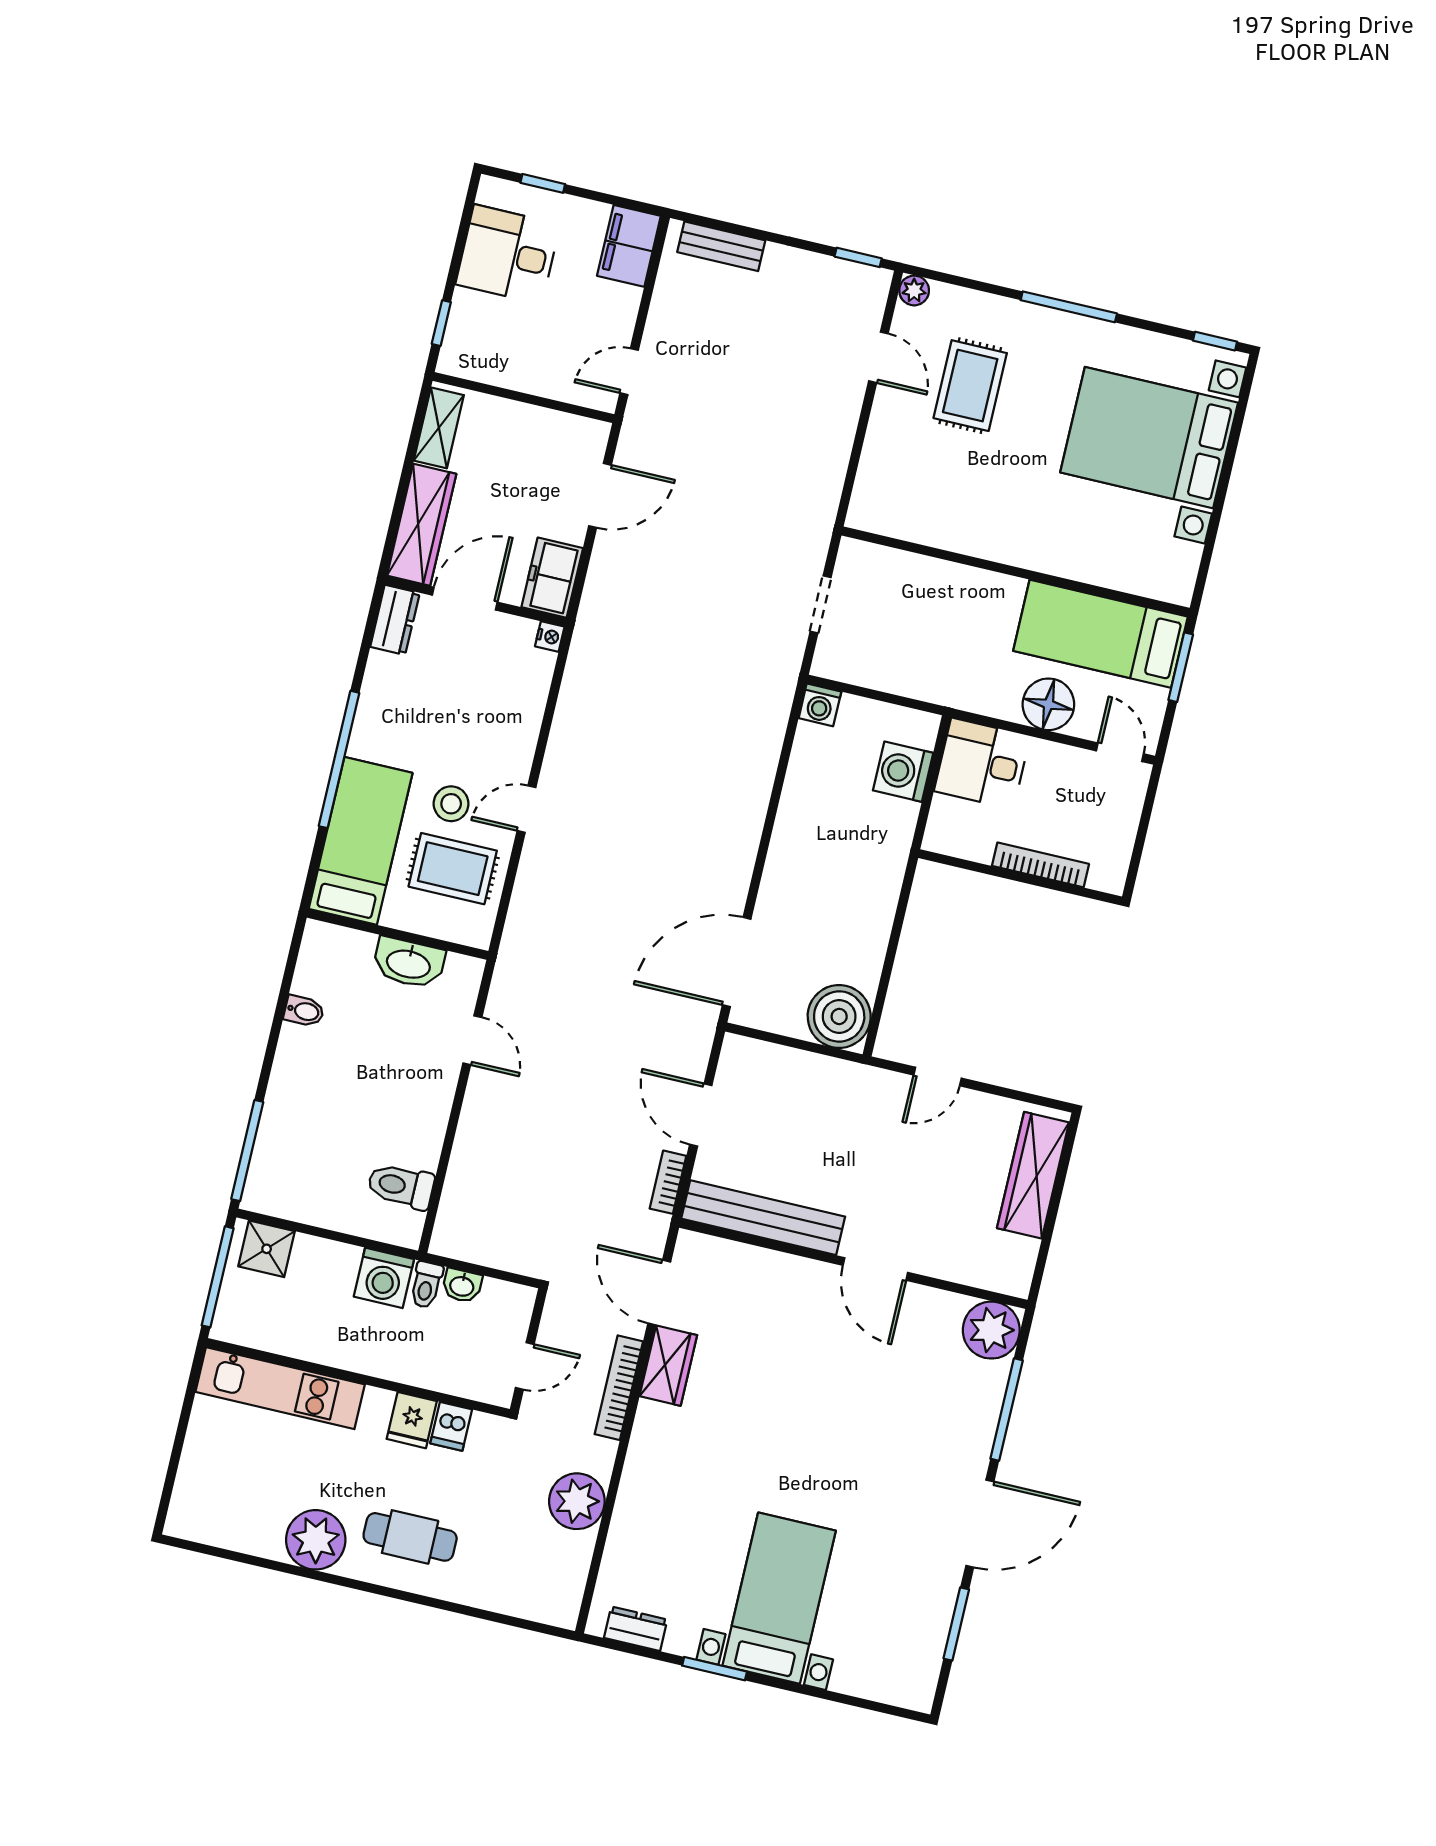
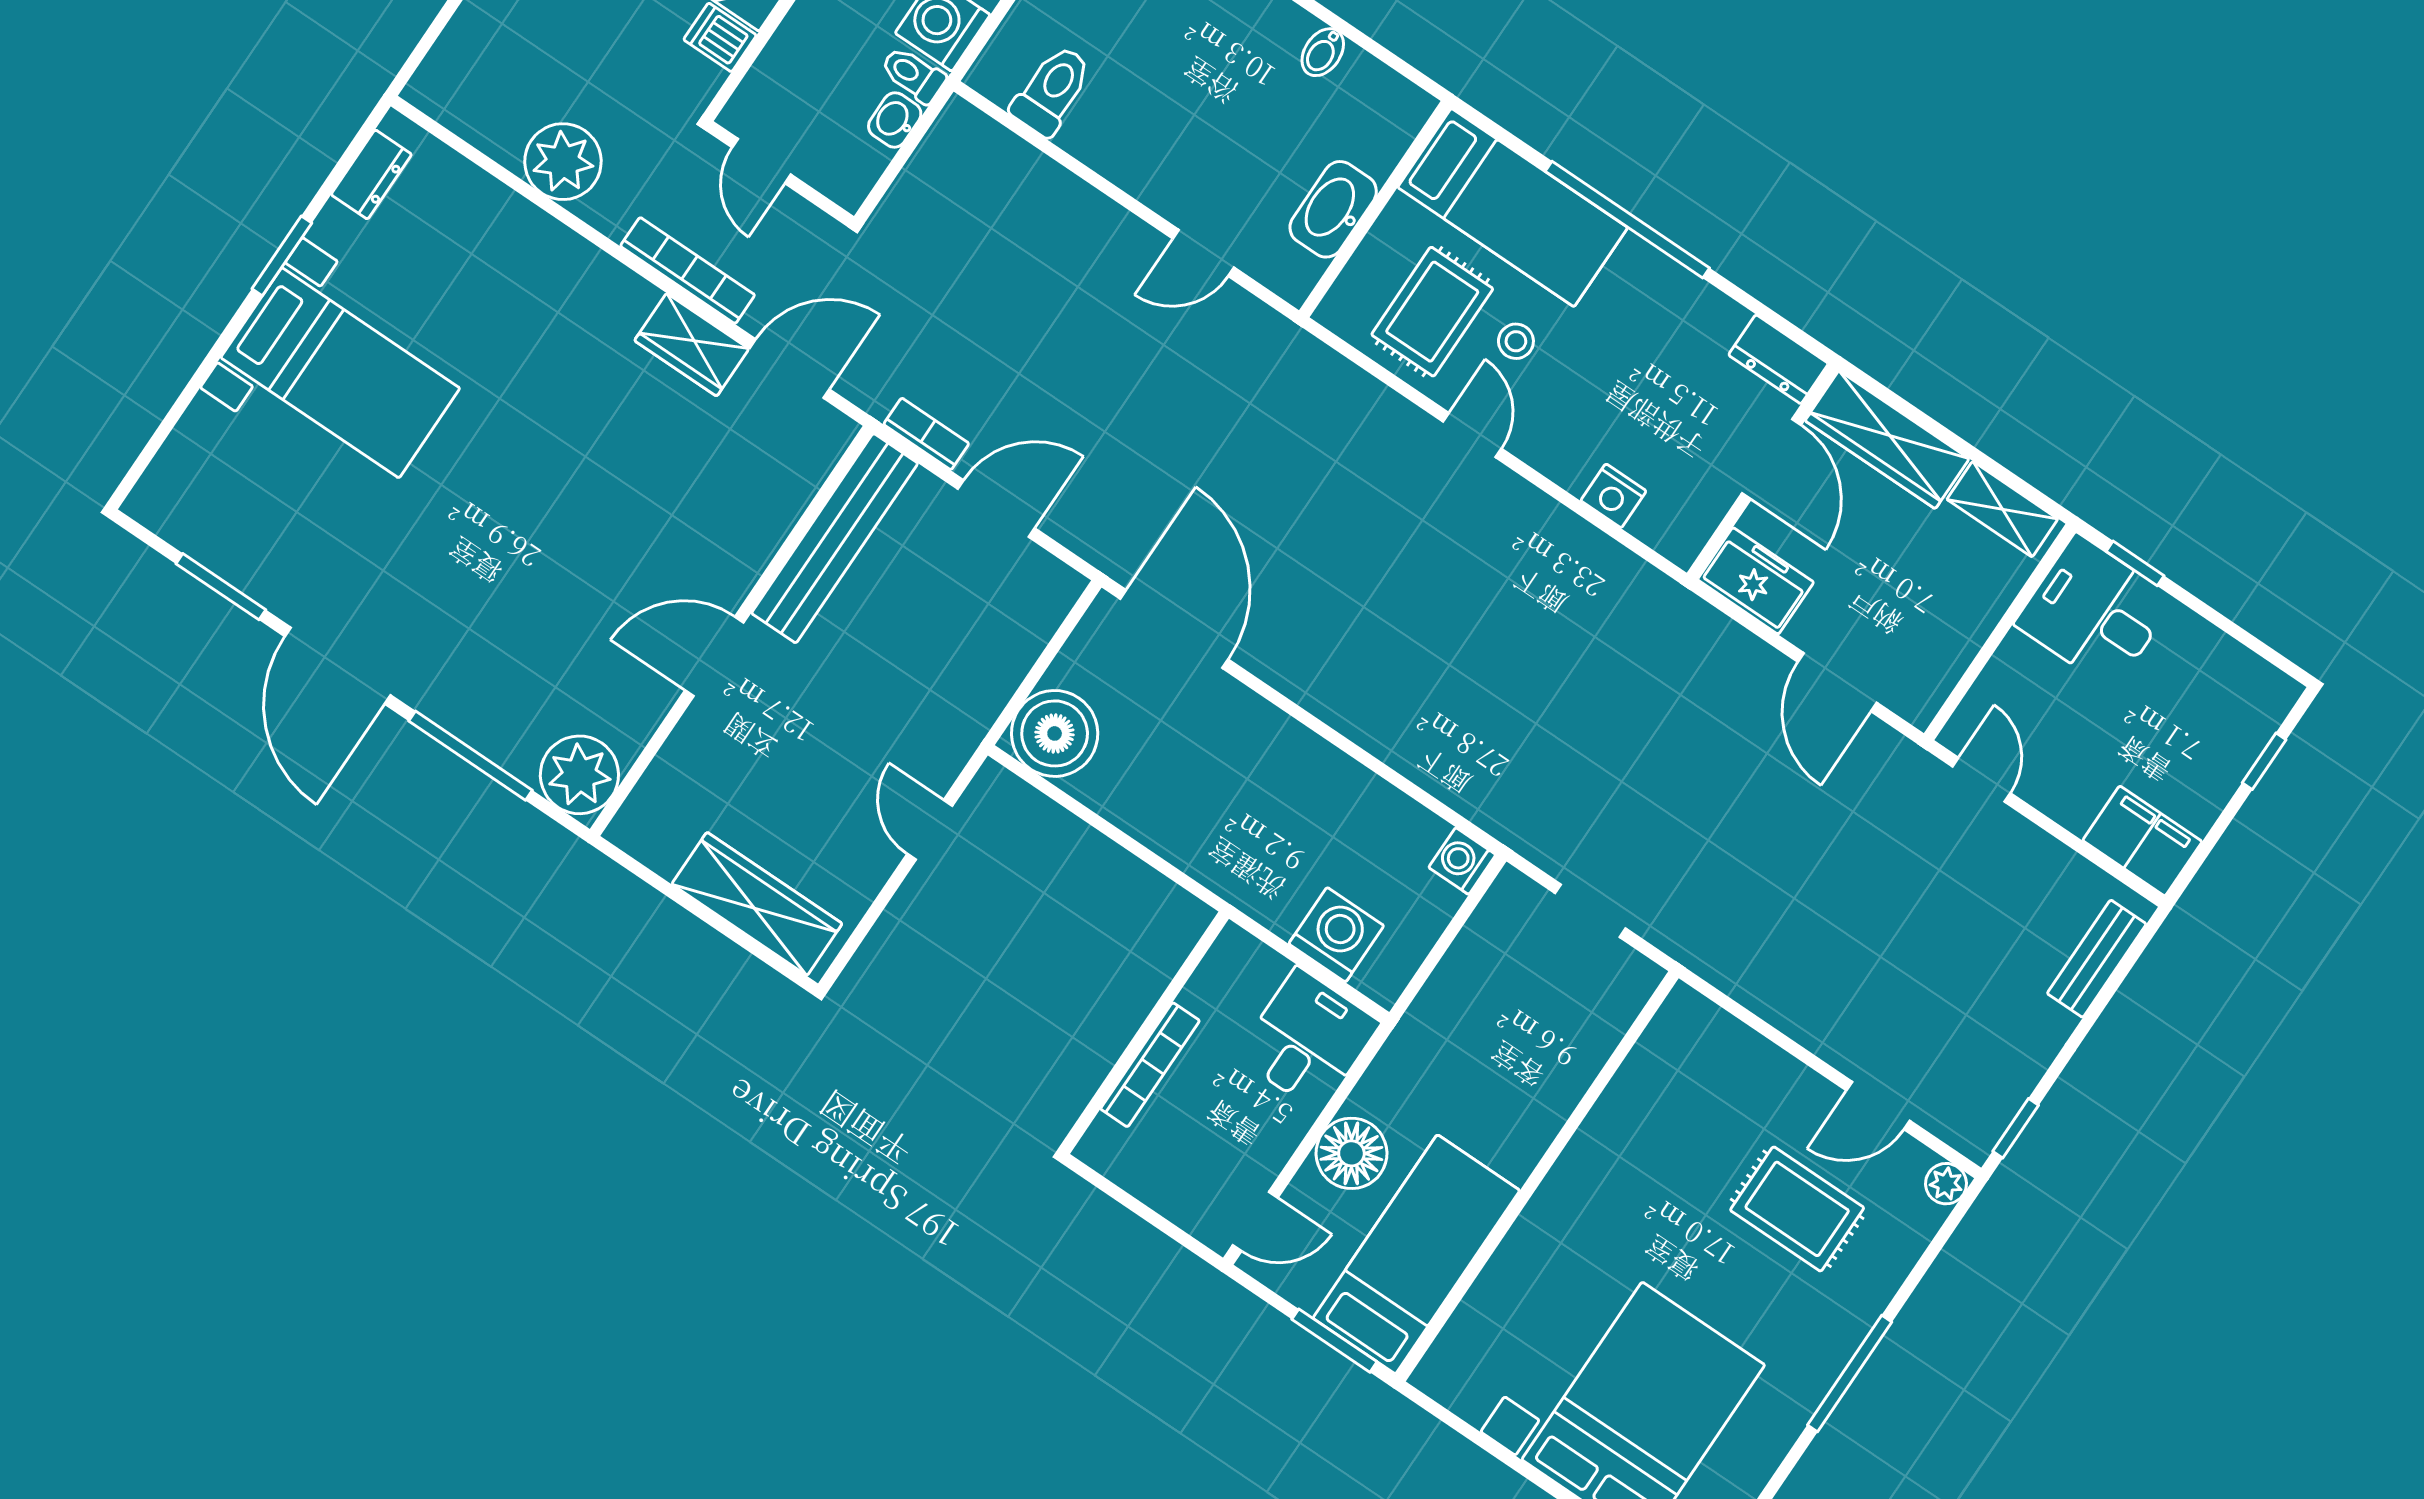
desk: (508, 254) -> (2095, 612), moved, turned -90
nightstand: (550, 637) -> (1613, 496), moved, width x1.39, depth x1.35
stool: (451, 804) -> (1516, 341), width x0.73, depth x0.73

